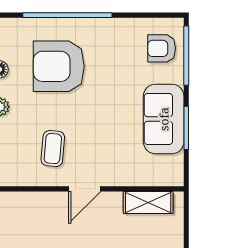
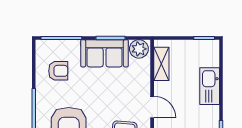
armchair: (162, 48) -> (58, 71), moved, turned -90
plant: (170, 169) -> (139, 49), added

